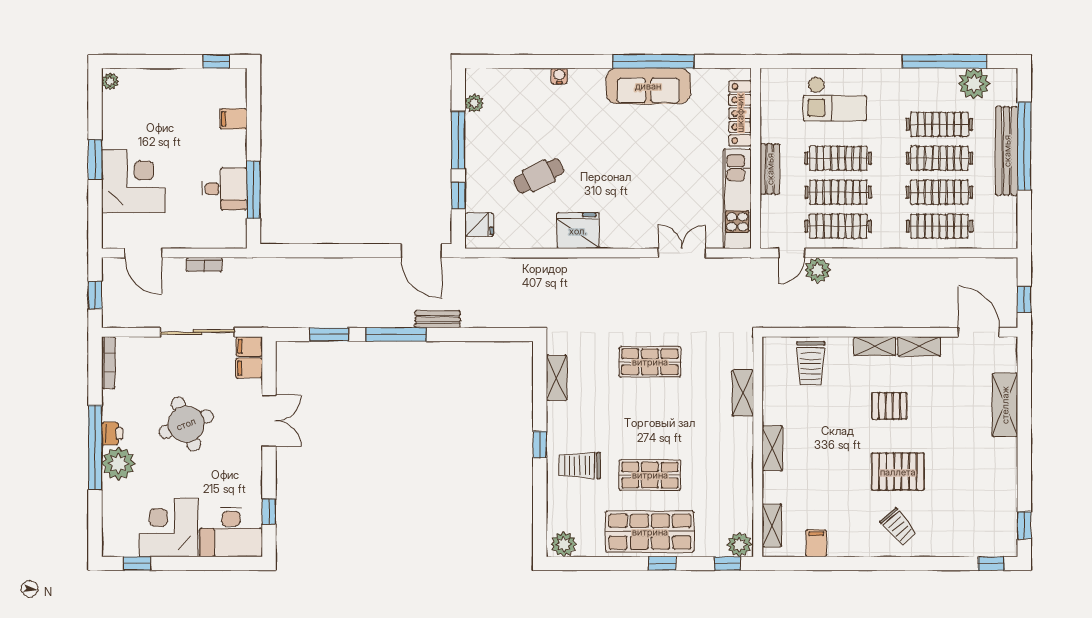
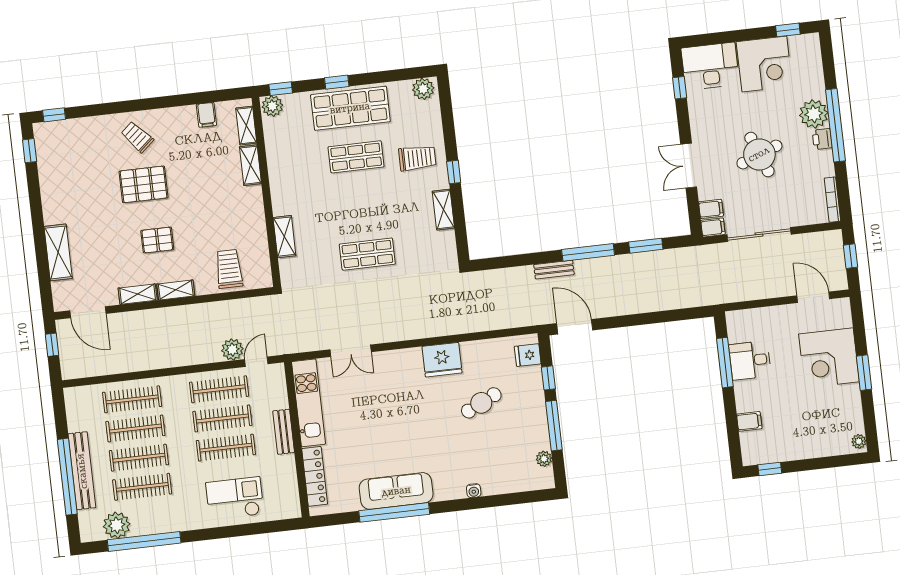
bookcase: (204, 264) -> (760, 293), removed
shelving: (557, 378) -> (443, 210), moved
shelving: (772, 448) -> (250, 165), moved

